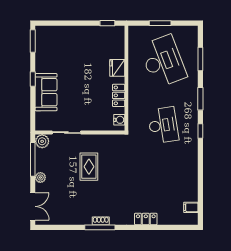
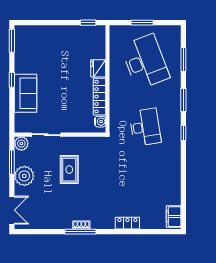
locker: (119, 95) -> (100, 97), width x1.53
window: (33, 159) -> (12, 162), width x0.69
plant: (40, 177) -> (24, 176), width x1.88, depth x1.88
filing cabinet: (191, 207) -> (174, 217), width x2.00

